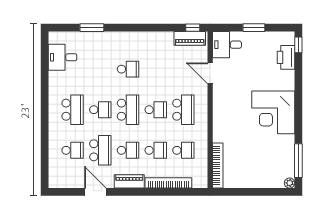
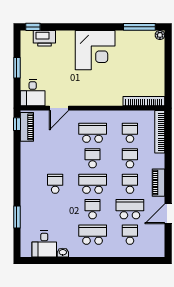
washbasin: (53, 77) -> (63, 253), added
bookcase: (168, 183) -> (160, 132), moved

